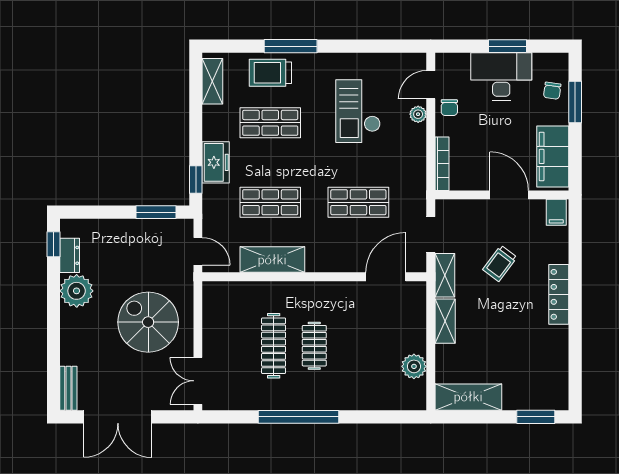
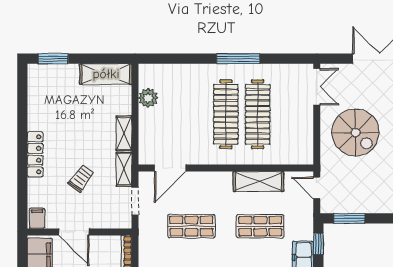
clothes rail: (274, 346) -> (258, 114), width x1.37, depth x1.31
clothes rail: (314, 346) -> (226, 114), width x1.86, depth x1.31
window: (298, 417) -> (238, 59), width x0.68

